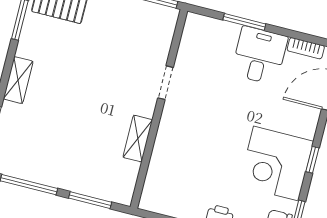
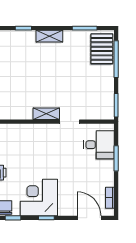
desk: (259, 55) -> (99, 145), moved
shelving: (138, 139) -> (46, 114), moved

